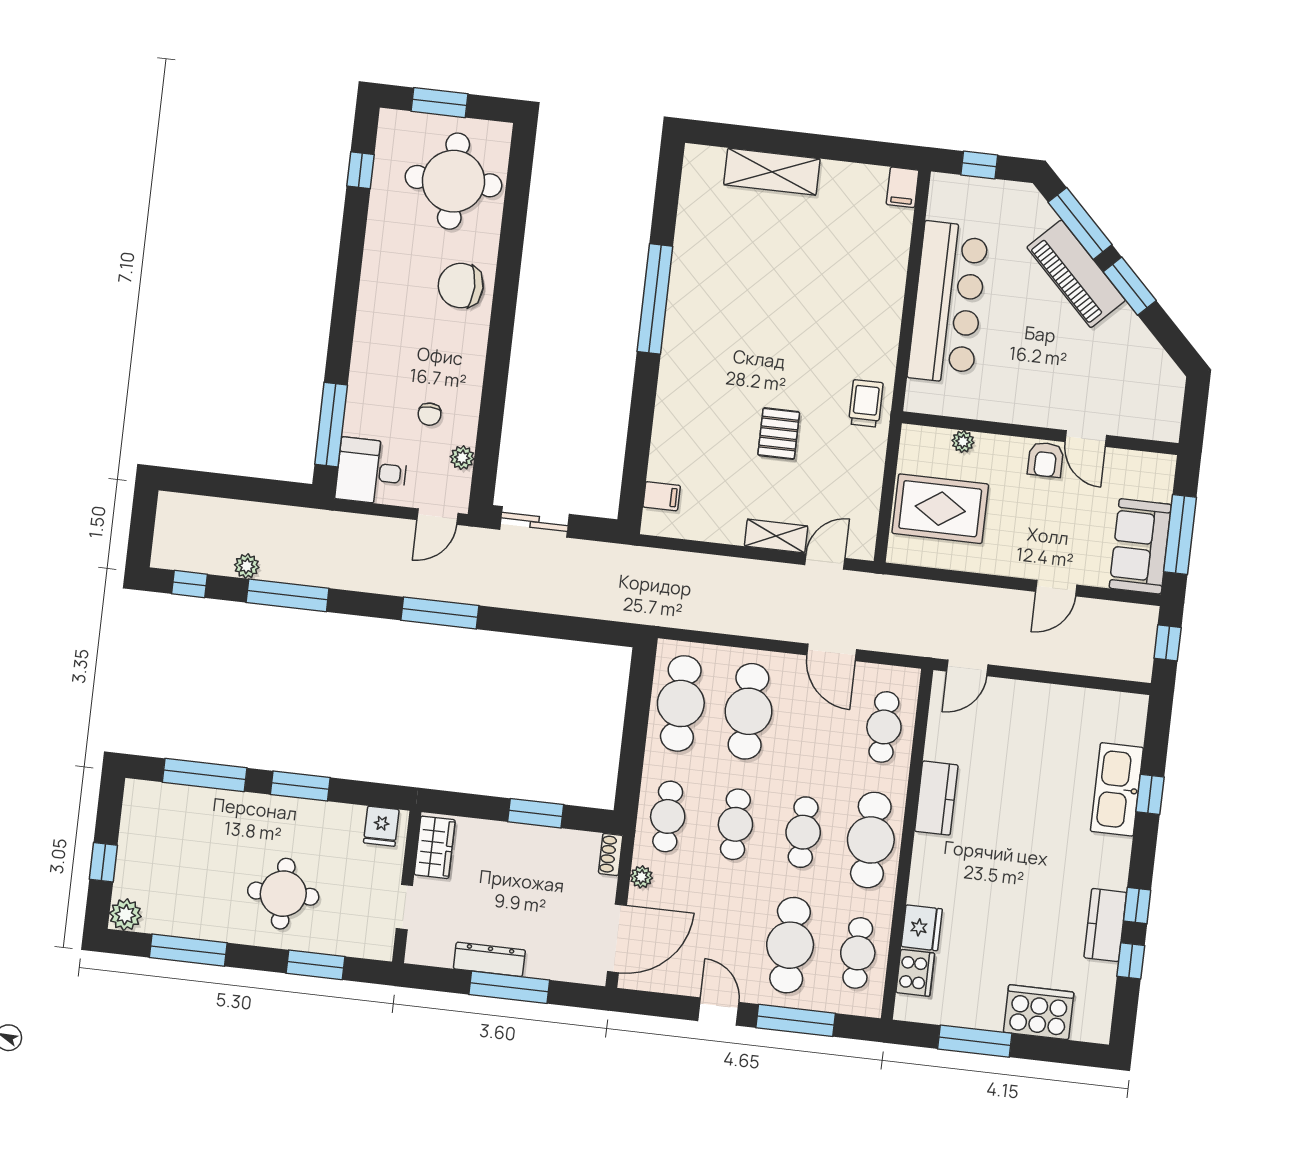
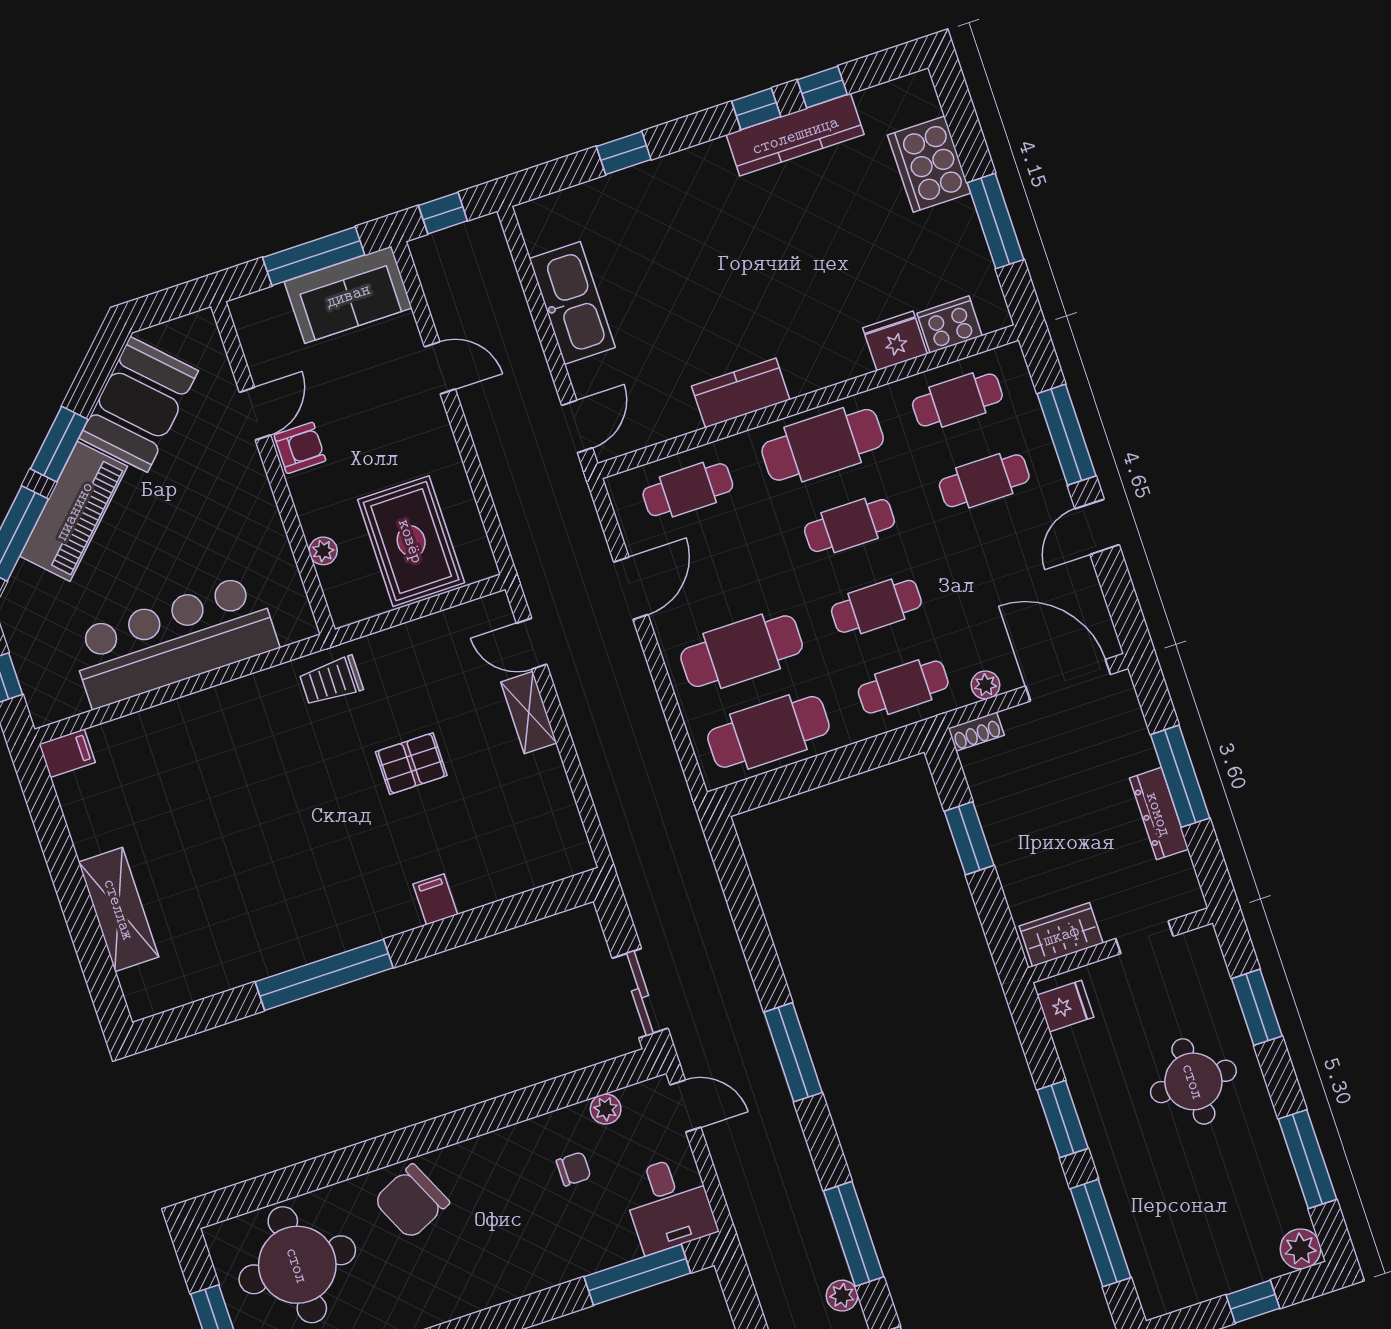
chair: (461, 286) -> (412, 1202), turned 65
booth: (1132, 357) -> (139, 404), added
filing cabinet: (662, 496) -> (435, 899), moved
door: (967, 668) -> (577, 426), hinge flipped
kitchen sink: (1117, 789) -> (572, 303), moved, turned -90
kitchen counter: (1105, 925) -> (795, 135), width x1.50
cafe table: (790, 945) -> (984, 481), width x0.73, depth x0.74

